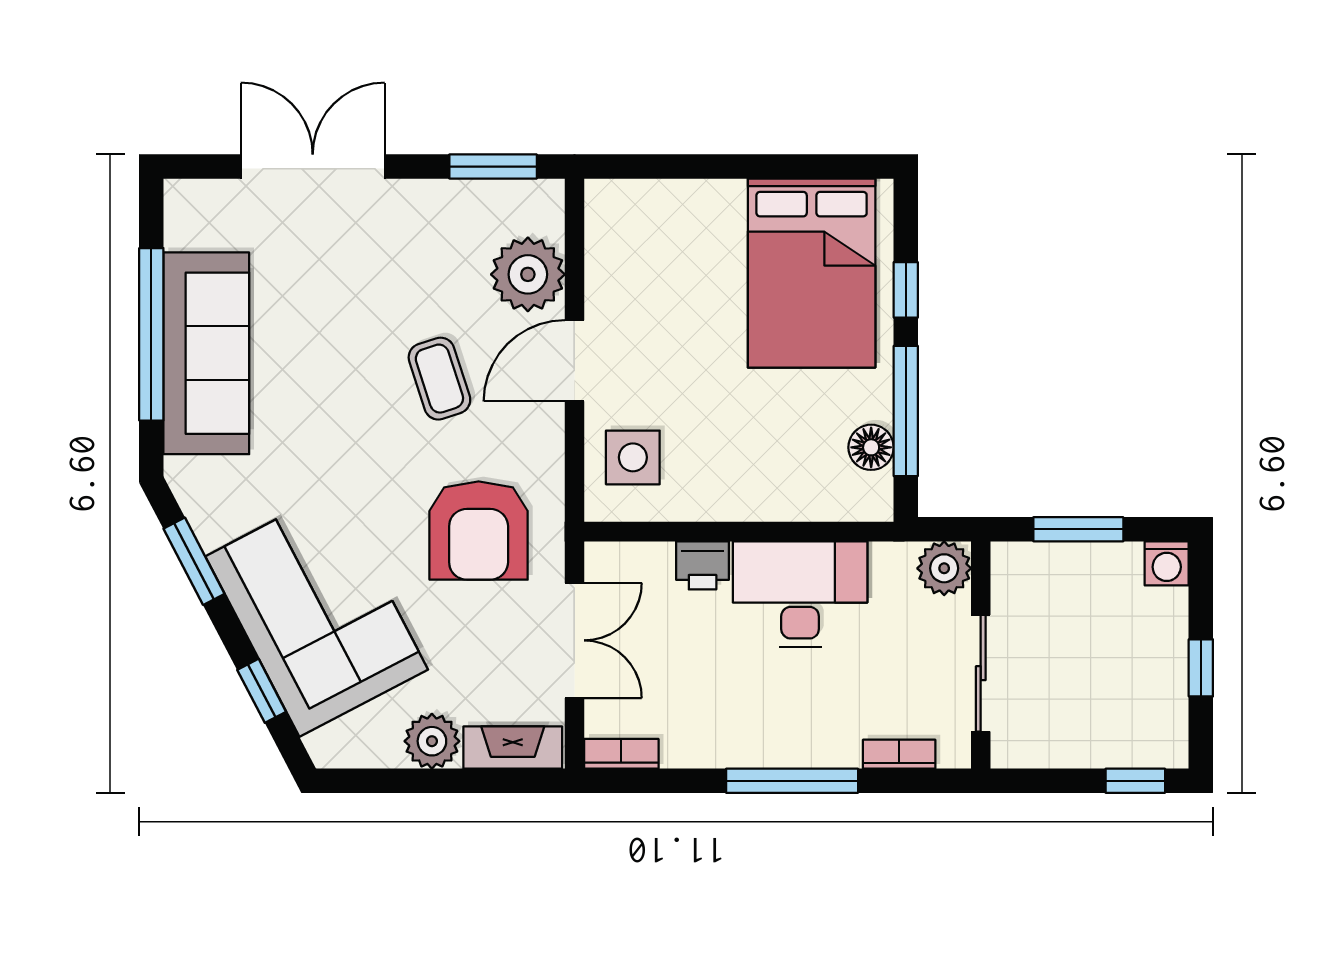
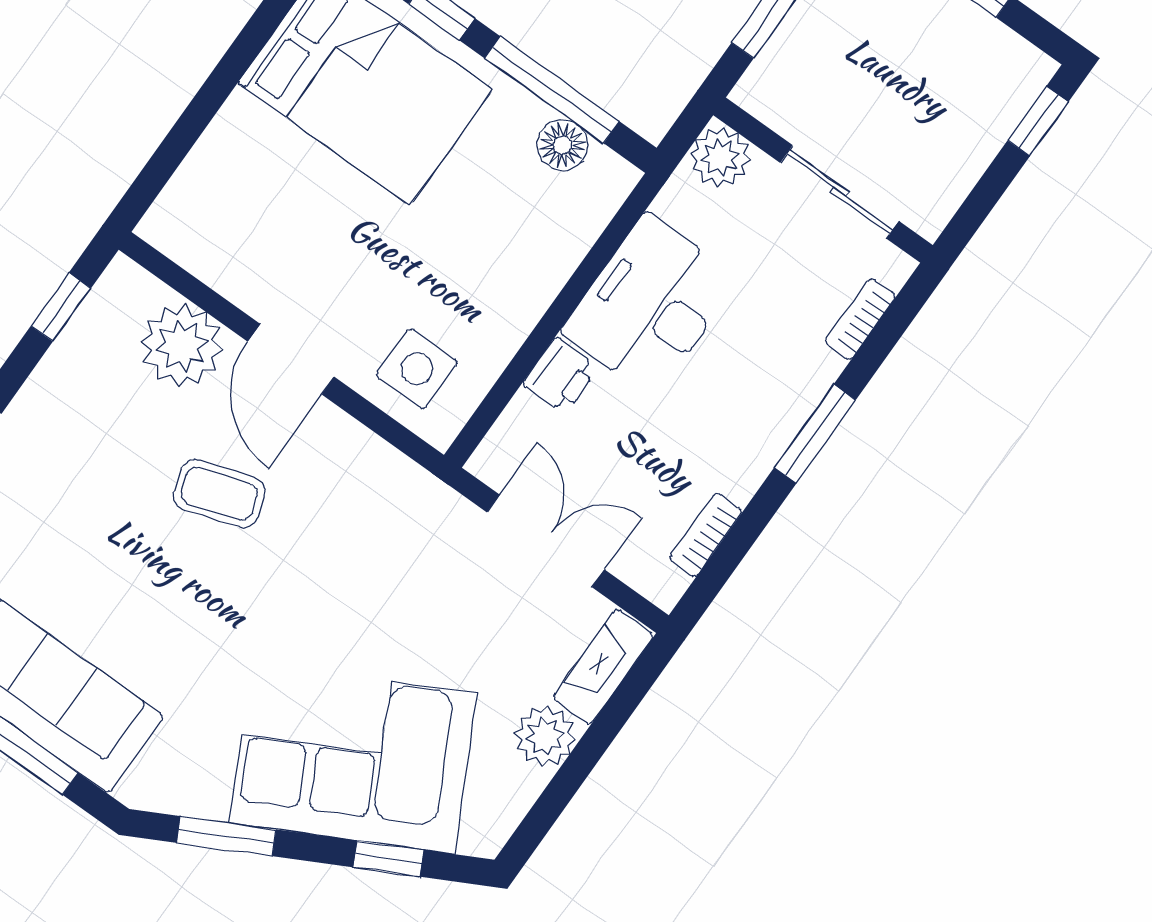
window: (493, 167) -> (61, 307), width x0.67
armchair: (479, 531) -> (383, 557), removed
bookcase: (621, 754) -> (706, 535), moved
window: (792, 781) -> (815, 434), width x0.69

